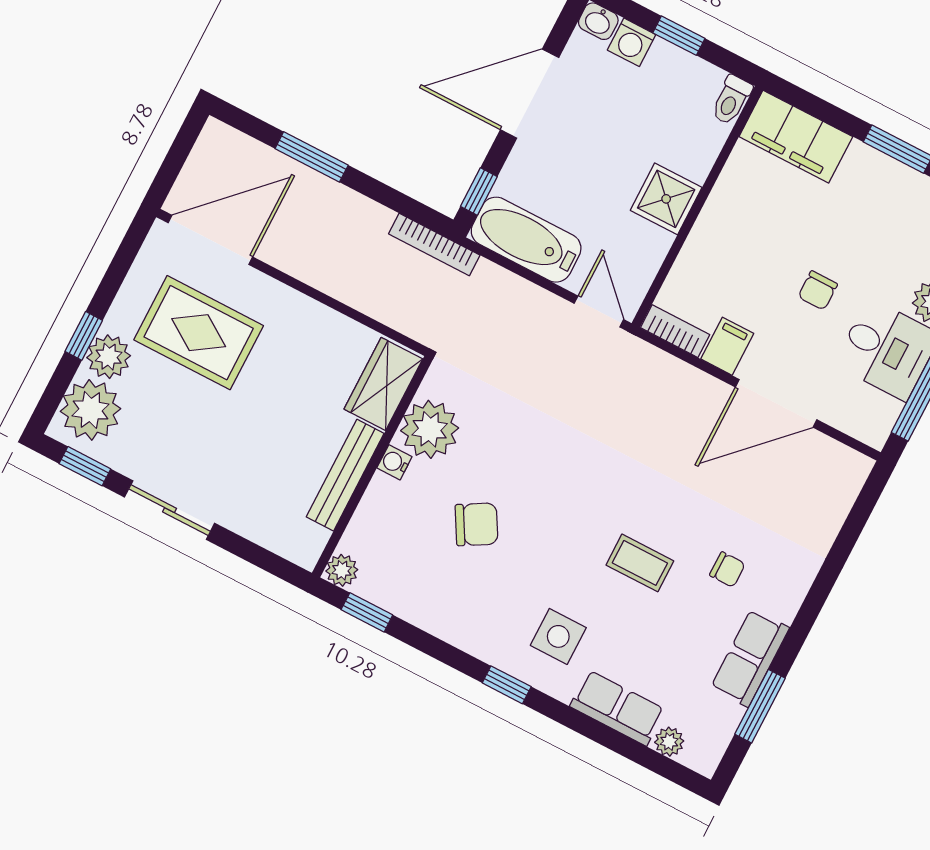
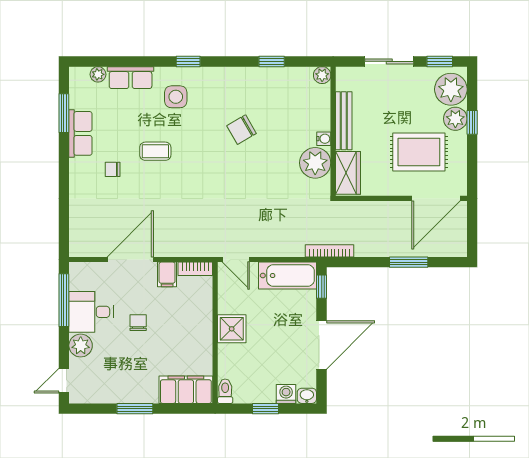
wardrobe: (383, 384) -> (348, 173), moved
plant: (430, 429) -> (315, 163), moved
water cooler: (394, 462) -> (324, 139), moved
wall: (372, 467) -> (333, 131), moved
bench: (345, 475) -> (344, 121), moved
plant: (342, 570) -> (322, 75), moved

